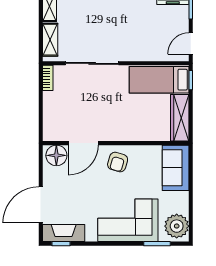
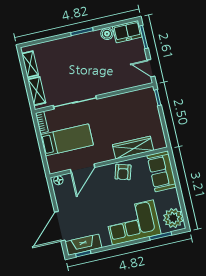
door: (191, 44) -> (151, 68), hinge flipped
bed: (159, 80) -> (67, 140), moved, turned 180
wardrobe: (180, 118) -> (133, 148), moved, turned 90
floor lamp: (56, 155) -> (58, 180), width x0.53, depth x0.53
armchair: (118, 162) -> (123, 172), moved

